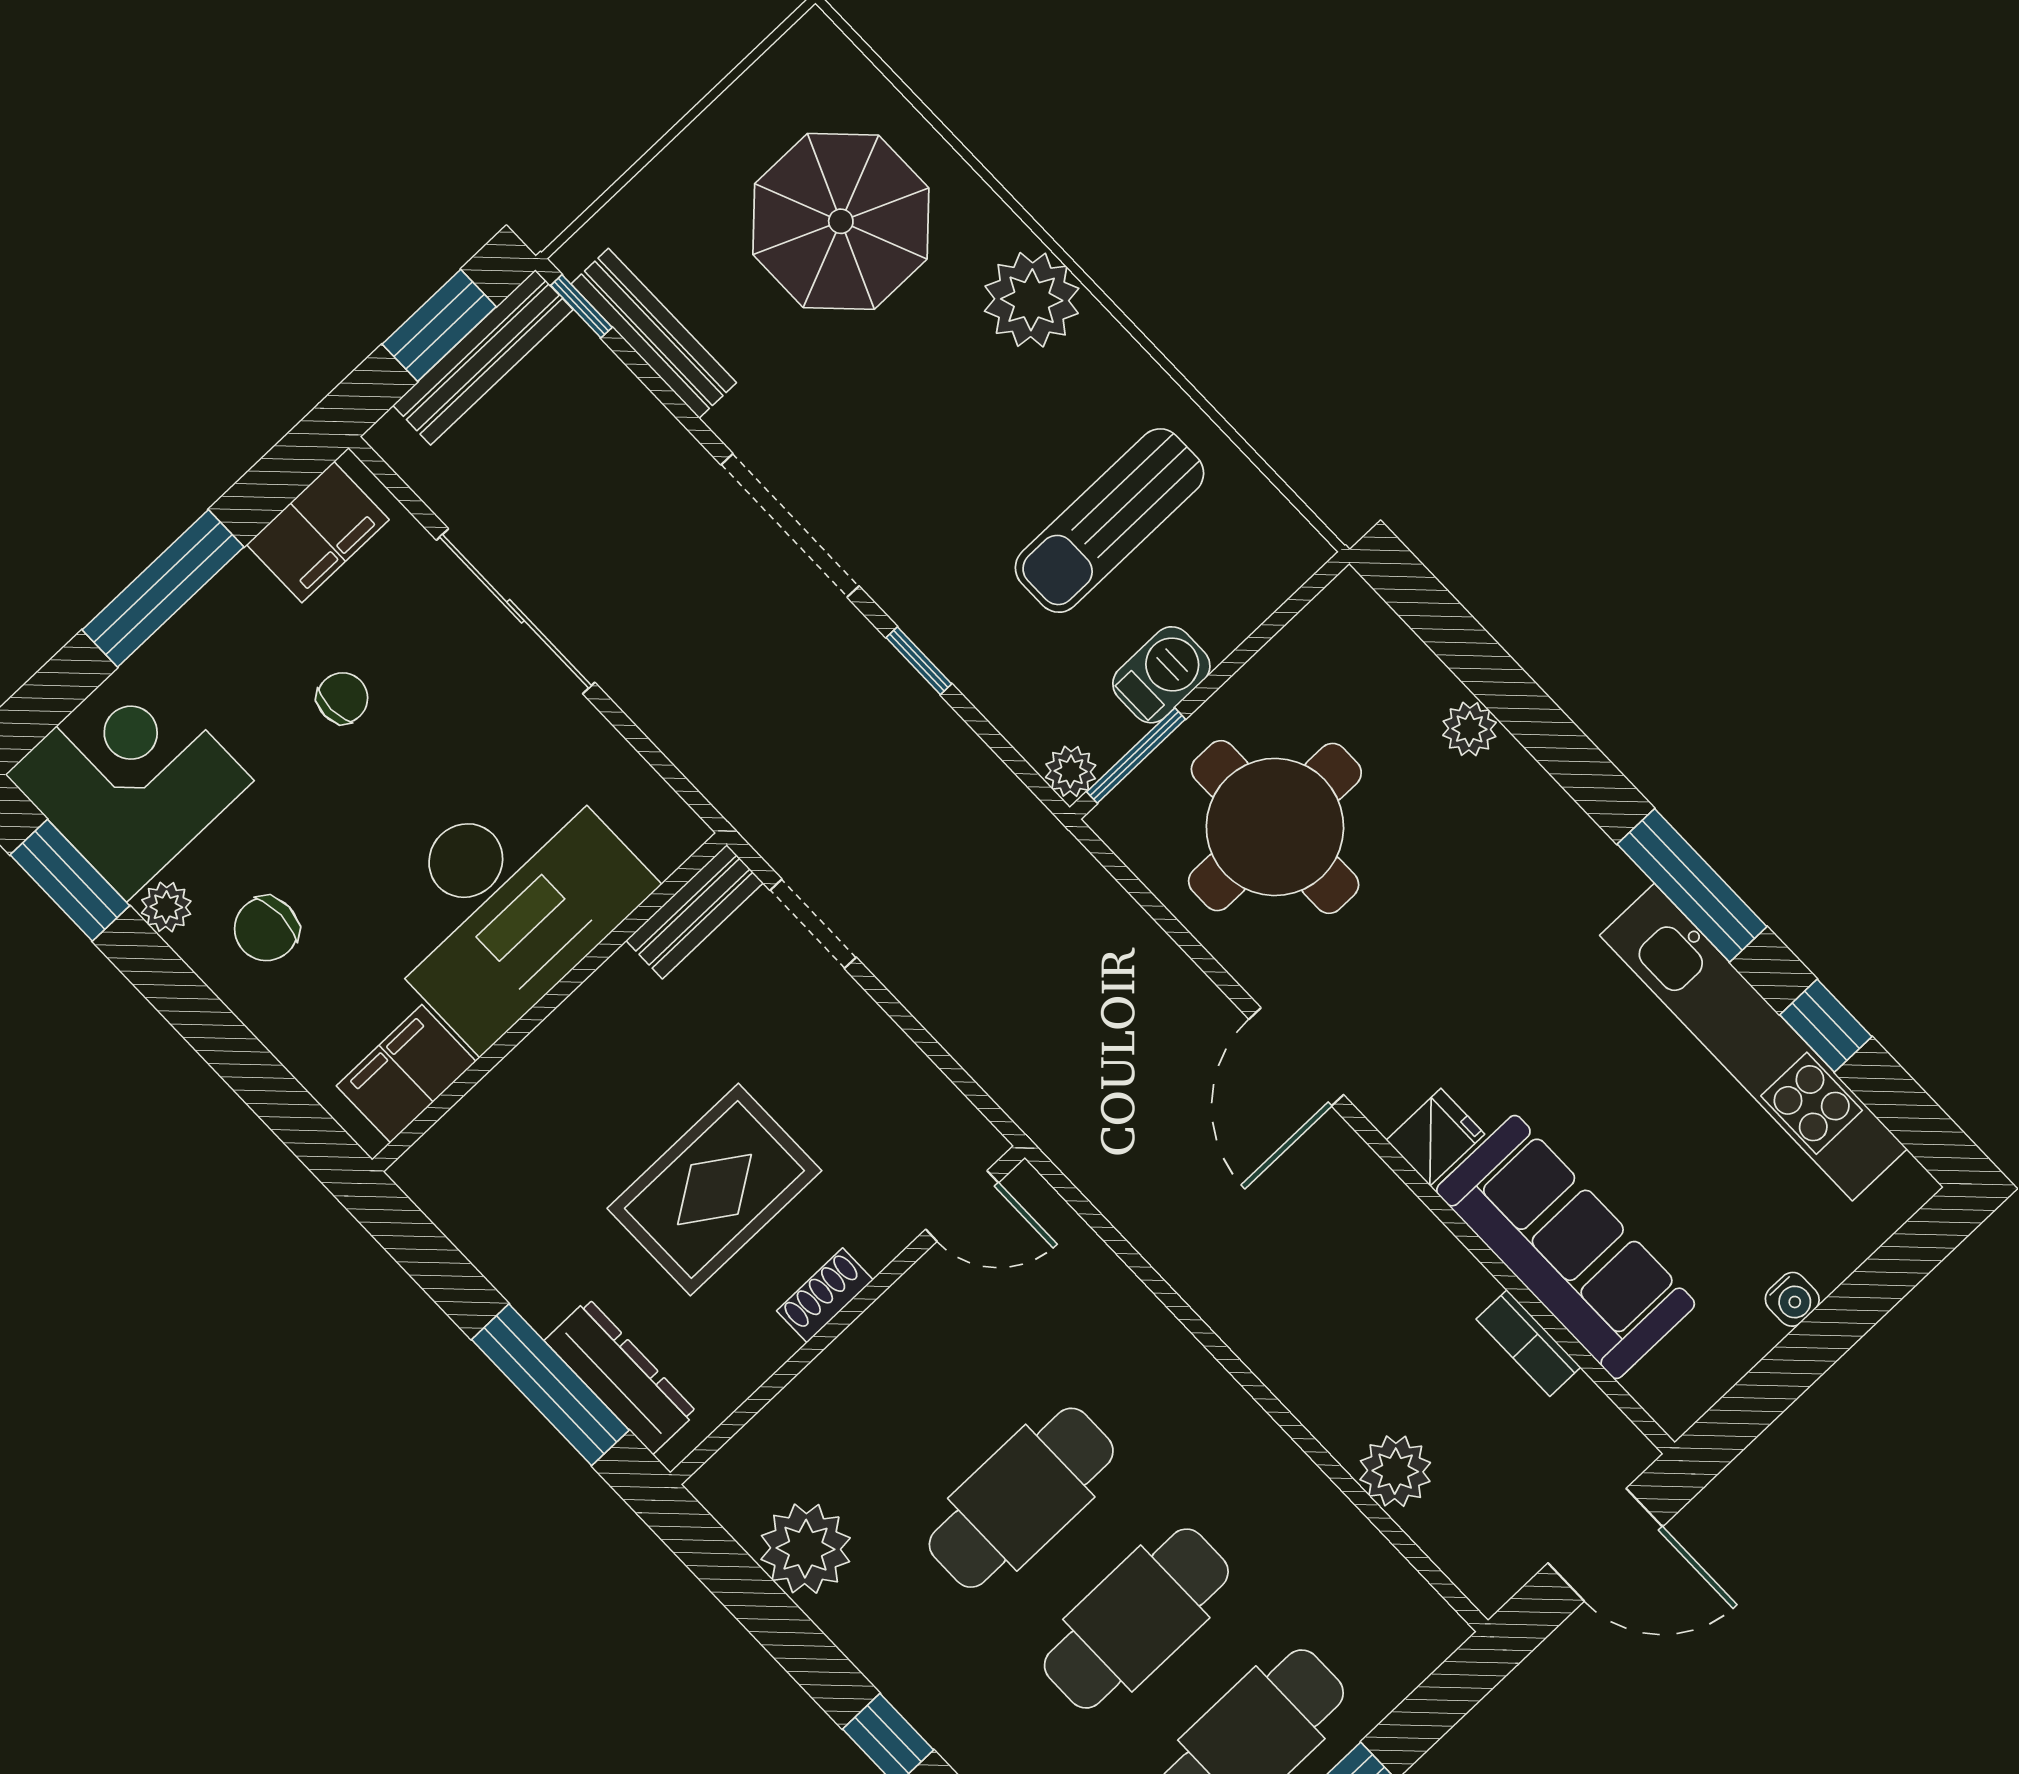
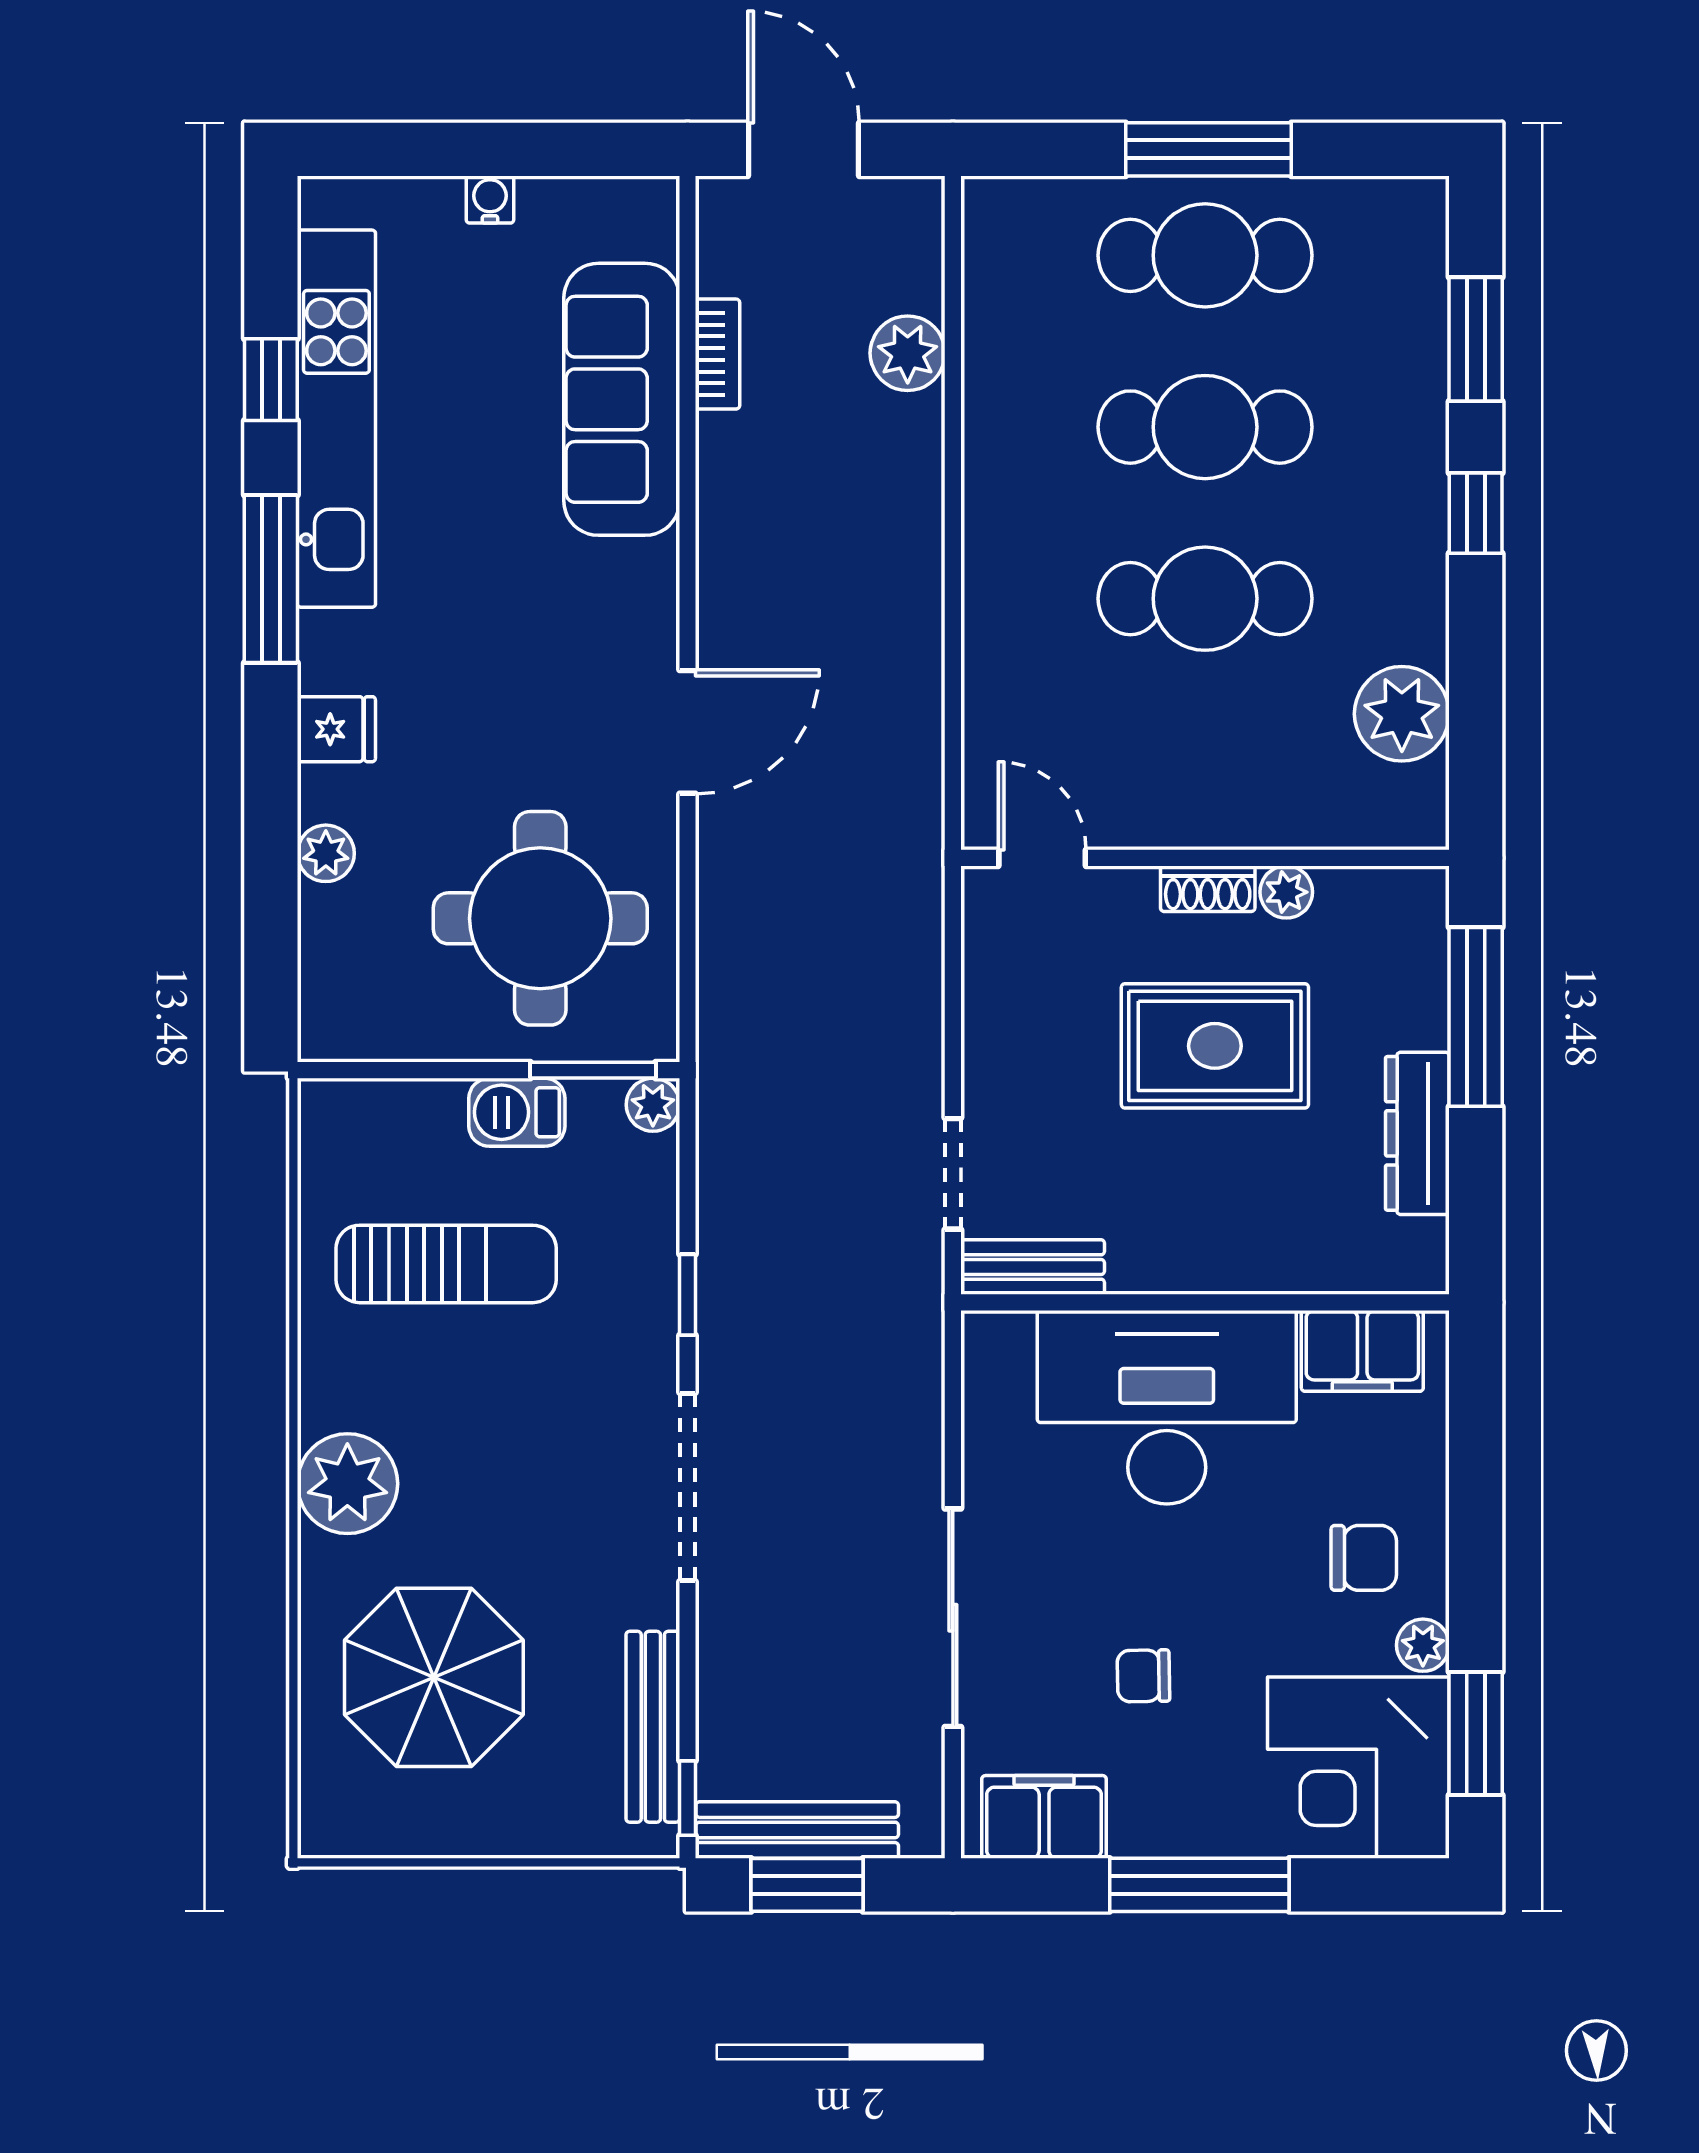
fridge: (1435, 1137) -> (336, 729), moved, turned 180
plant: (767, 1346) -> (1286, 892), added
dresser: (621, 1376) -> (1417, 1133), moved

